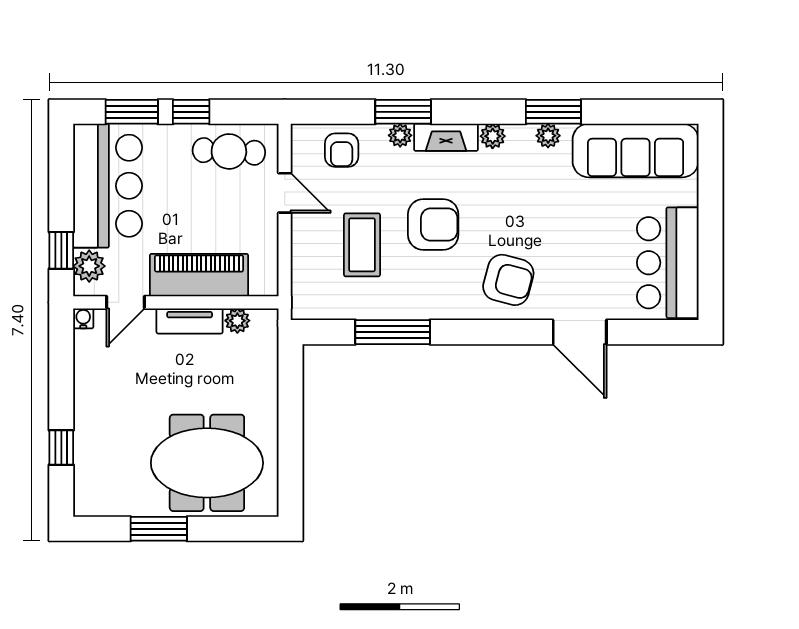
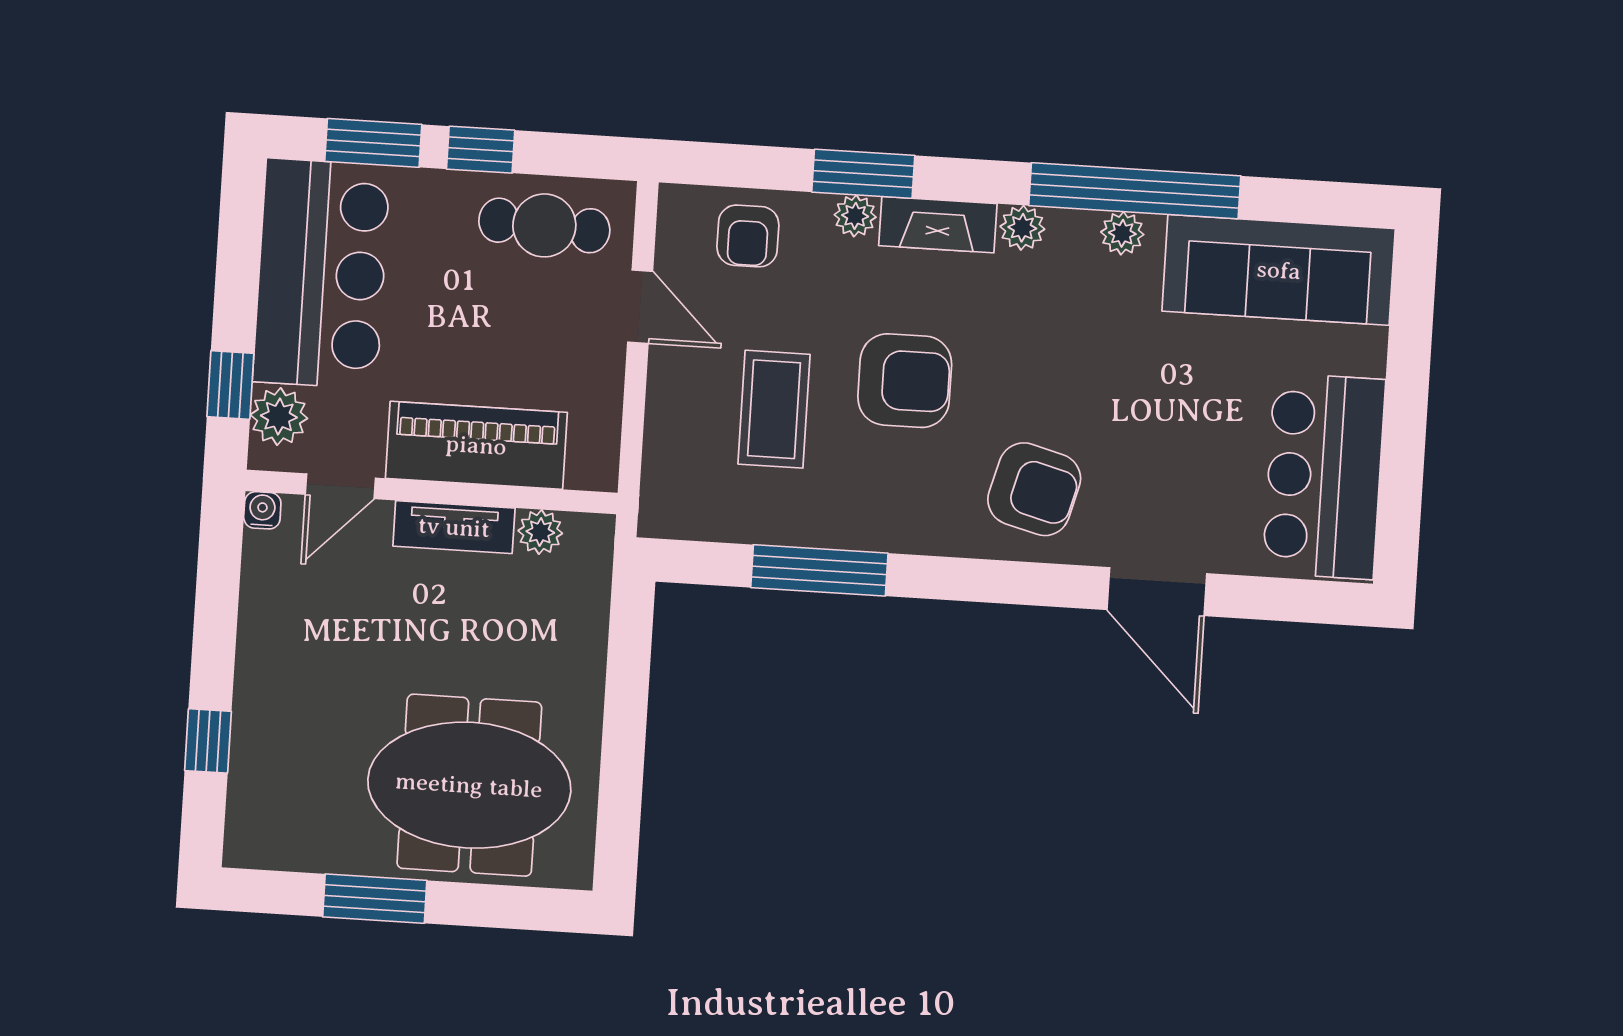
window: (553, 112) -> (1135, 191), width x2.11

